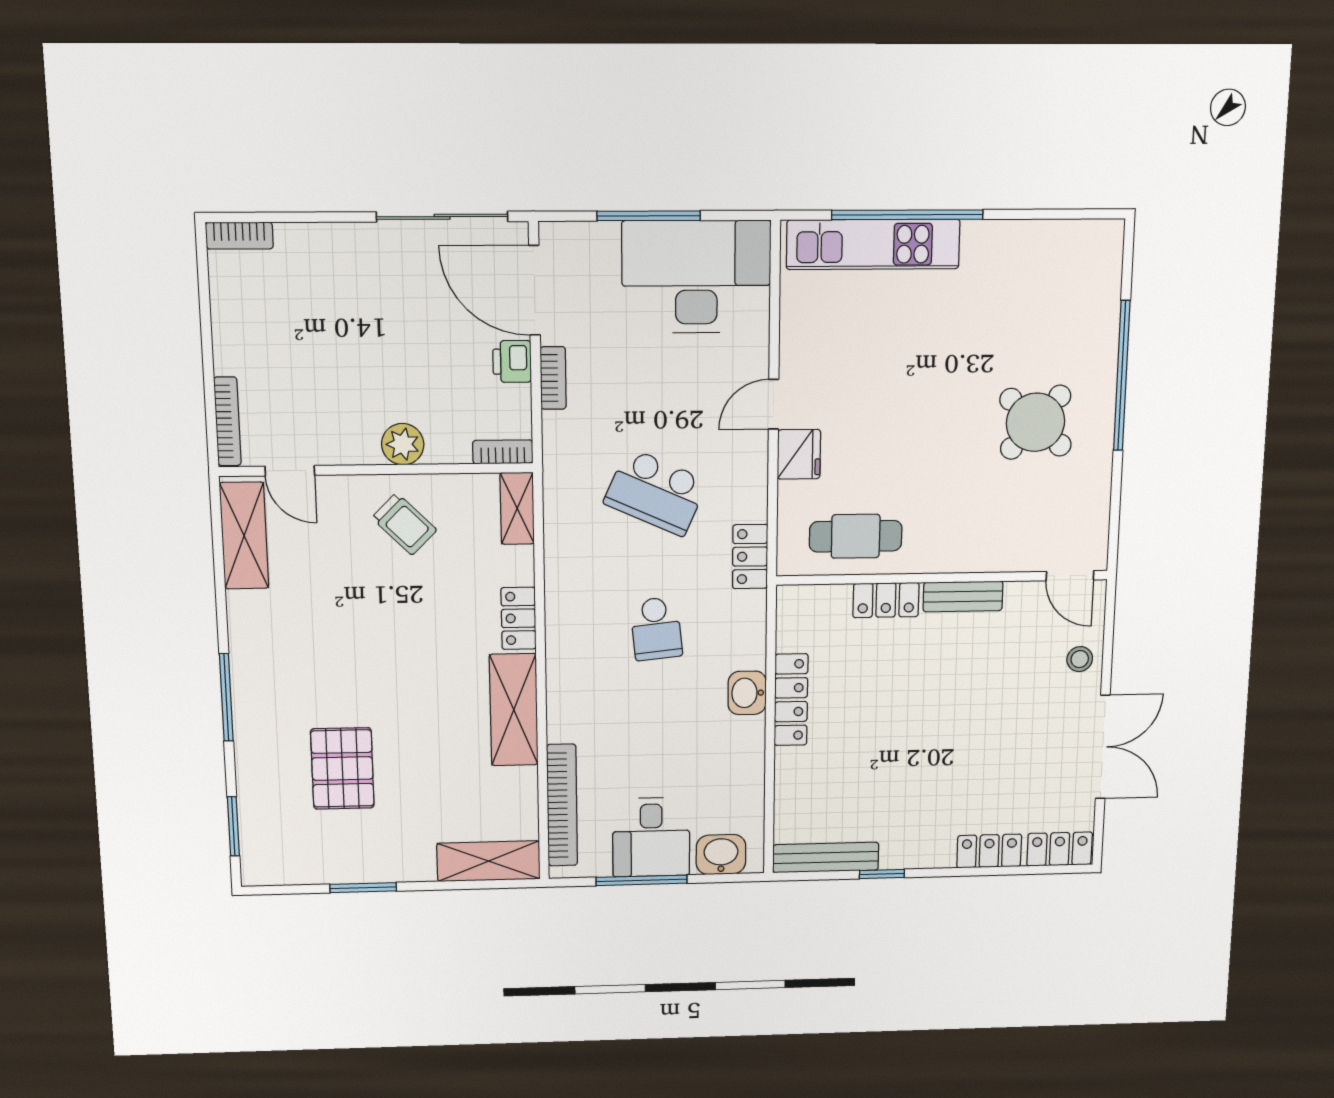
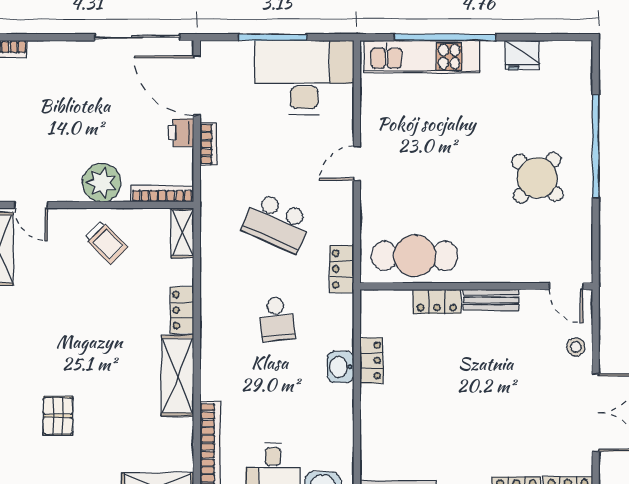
plant: (403, 444) -> (102, 183), width x1.36, depth x1.36
bookcase: (503, 452) -> (162, 194), width x1.56
fridge: (799, 454) -> (522, 55), moved, turned 90
cafe table: (856, 536) -> (415, 256), width x1.37, depth x1.35
locker: (791, 700) -> (371, 360), width x0.66
pallet: (342, 768) -> (58, 416), width x0.67, depth x0.71

